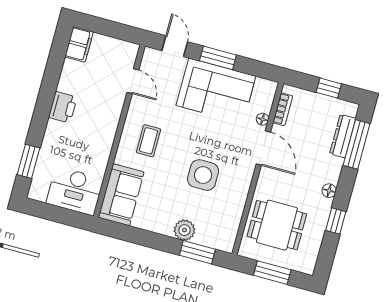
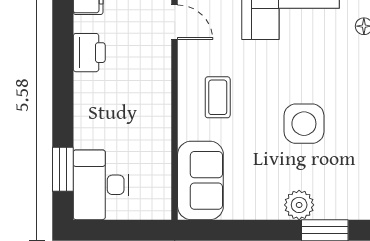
printer: (63, 107) -> (89, 53), moved
desk: (75, 191) -> (101, 185), moved, turned 90

